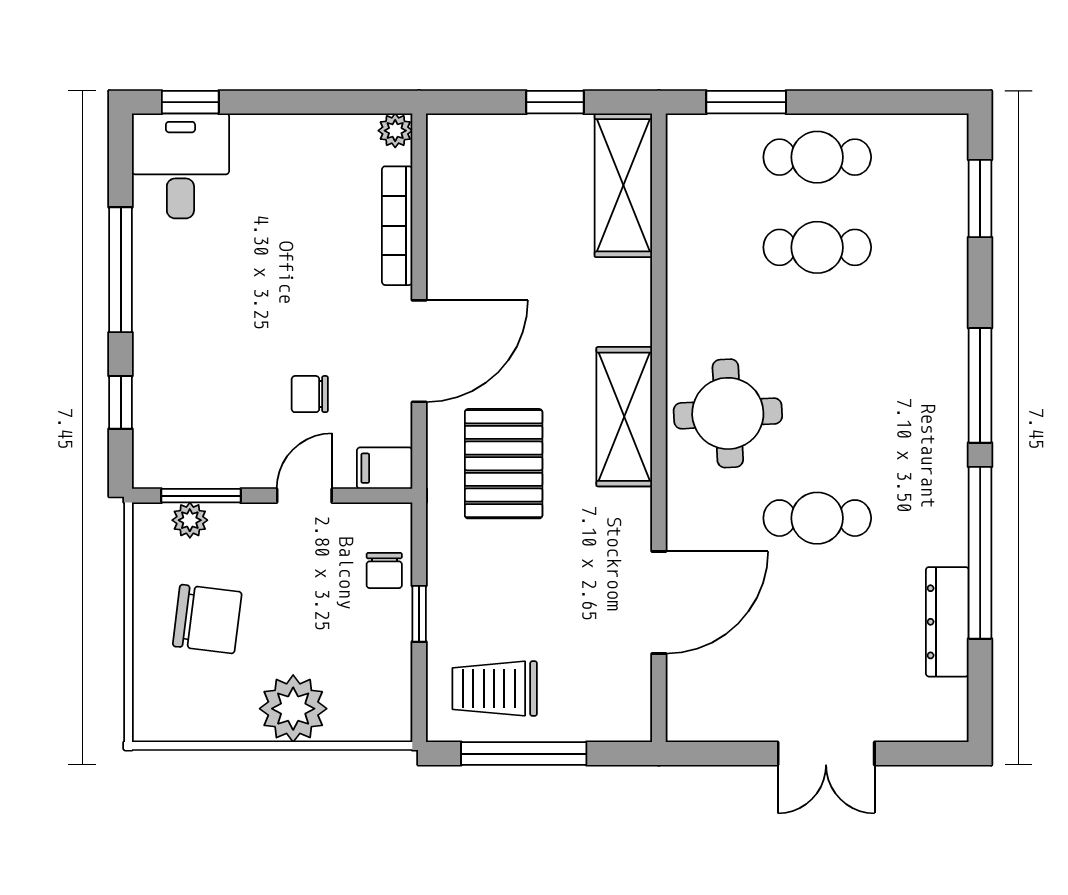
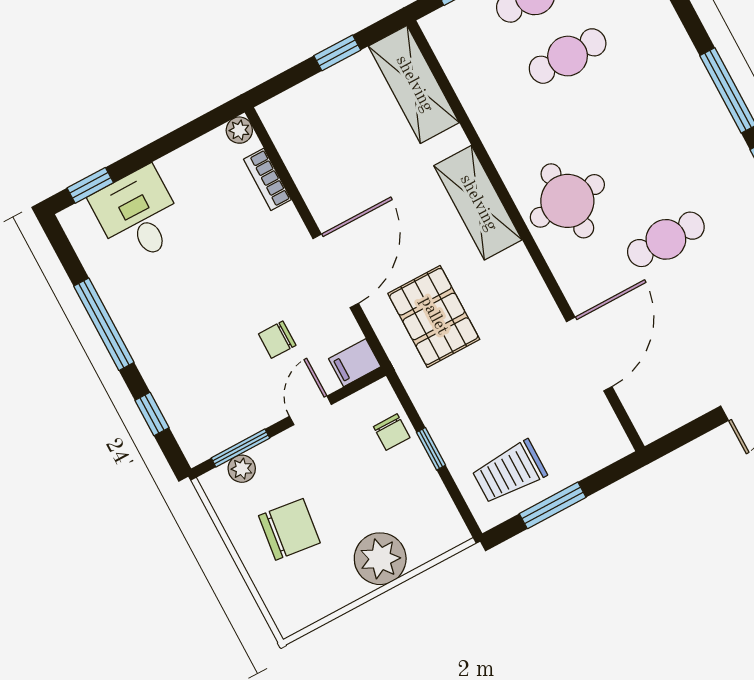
desk: (180, 166) -> (138, 215), moved
bookcase: (397, 226) -> (267, 179), width x0.64
shelving: (624, 417) -> (478, 203), moved
window: (524, 754) -> (553, 505), width x0.69

